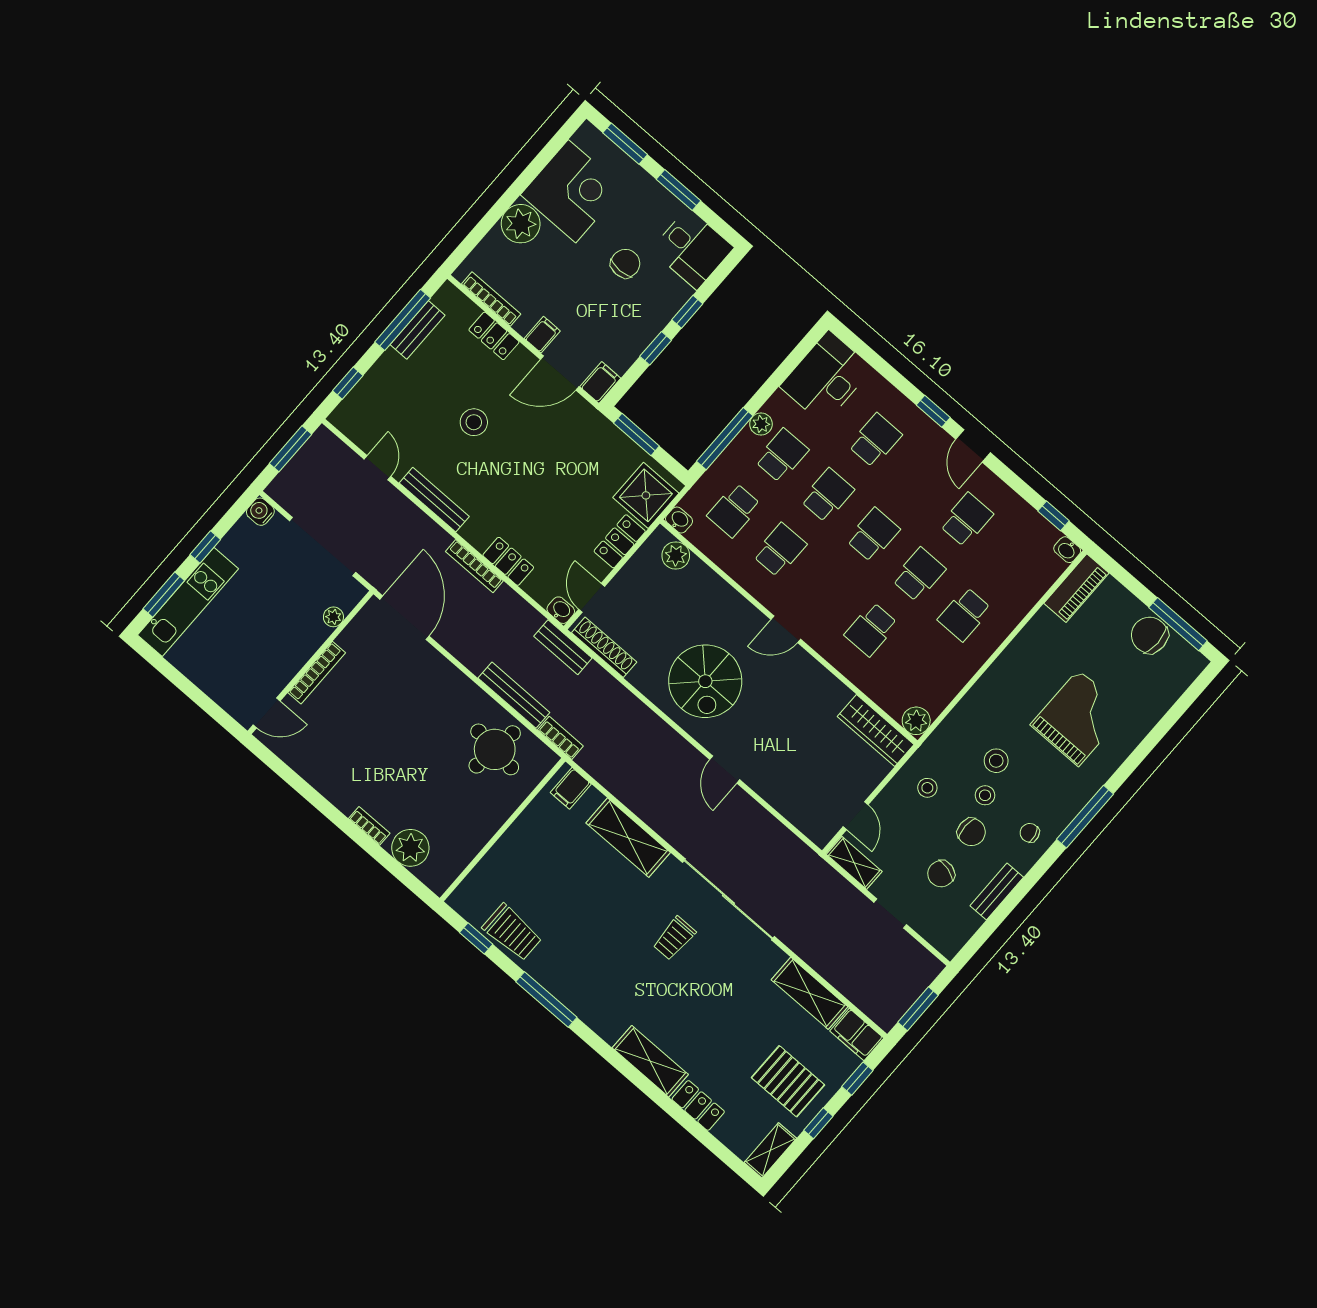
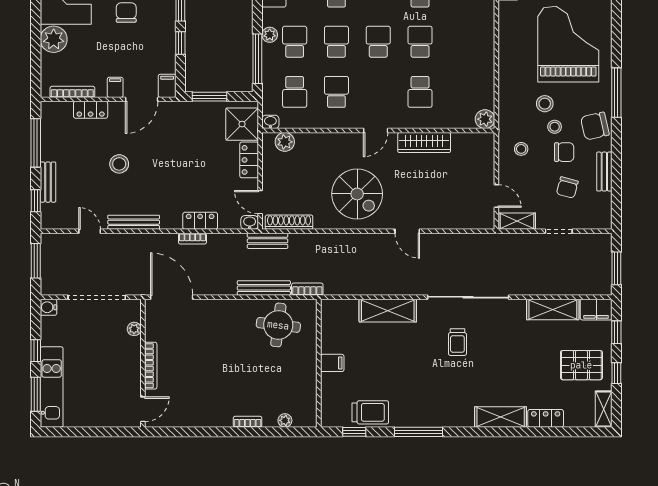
bench: (418, 330) -> (48, 182), moved
bookcase: (474, 566) -> (192, 239), width x0.64
school desk: (964, 614) -> (462, 42), removed
grand piano: (1079, 718) -> (568, 44), width x1.37, depth x1.48
wardrobe: (876, 731) -> (424, 143), moved
filing cabinet: (571, 788) -> (332, 363), moved, turned -90
chair: (1030, 833) -> (595, 126), width x1.87, depth x1.87
plant: (410, 848) -> (285, 420), width x0.53, depth x0.53

